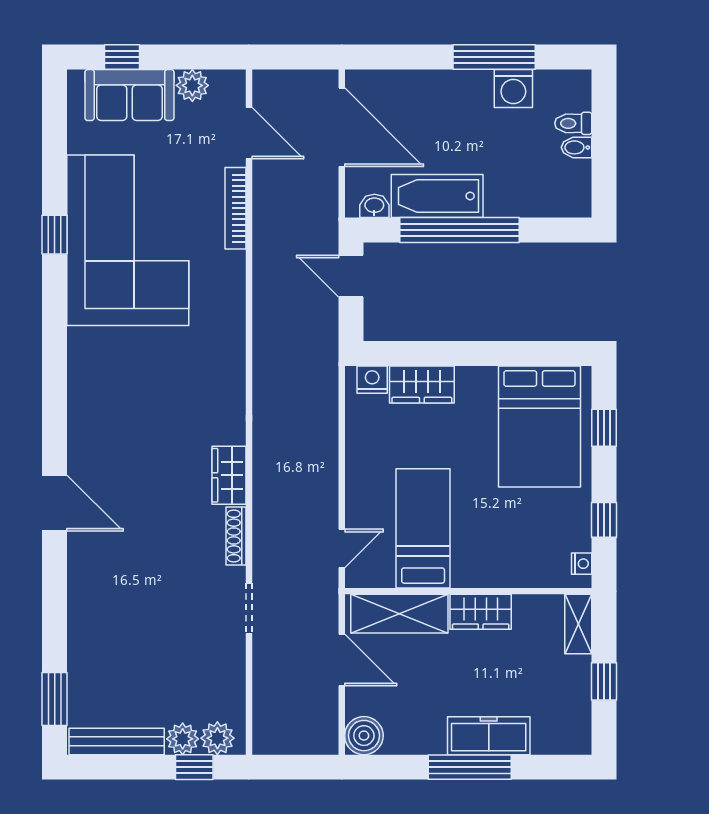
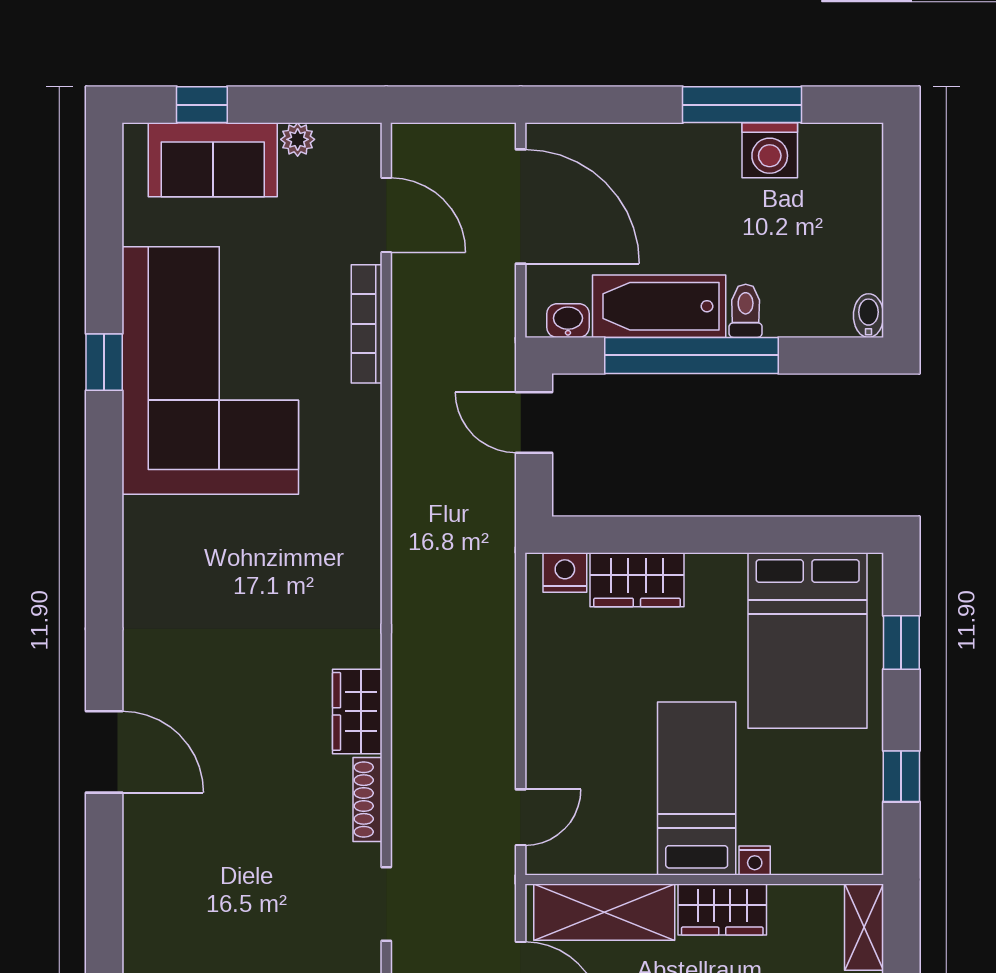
plant: (192, 85) -> (298, 139), width x0.73, depth x0.73
toilet: (573, 123) -> (746, 311), moved, turned 90
bidet: (577, 147) -> (868, 316), moved, turned 90
bed: (423, 528) -> (697, 788), moved
nightstand: (582, 564) -> (755, 860), moved, turned 90

